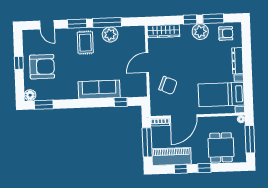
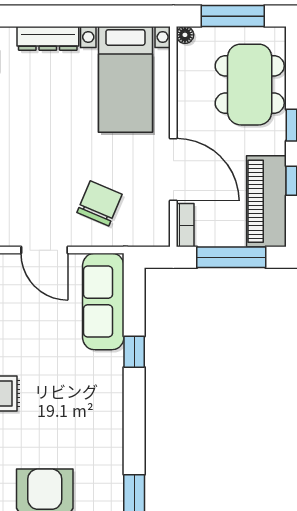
sofa: (99, 90) -> (103, 302), moved
window: (121, 102) -> (134, 352), moved
dining table: (221, 147) -> (250, 85), width x1.38

